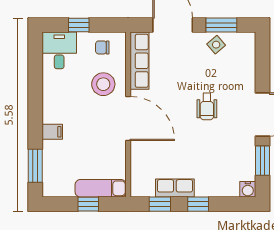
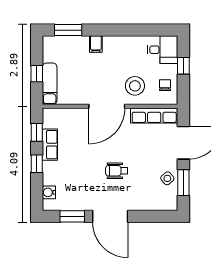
water cooler: (248, 189) -> (49, 192), moved

